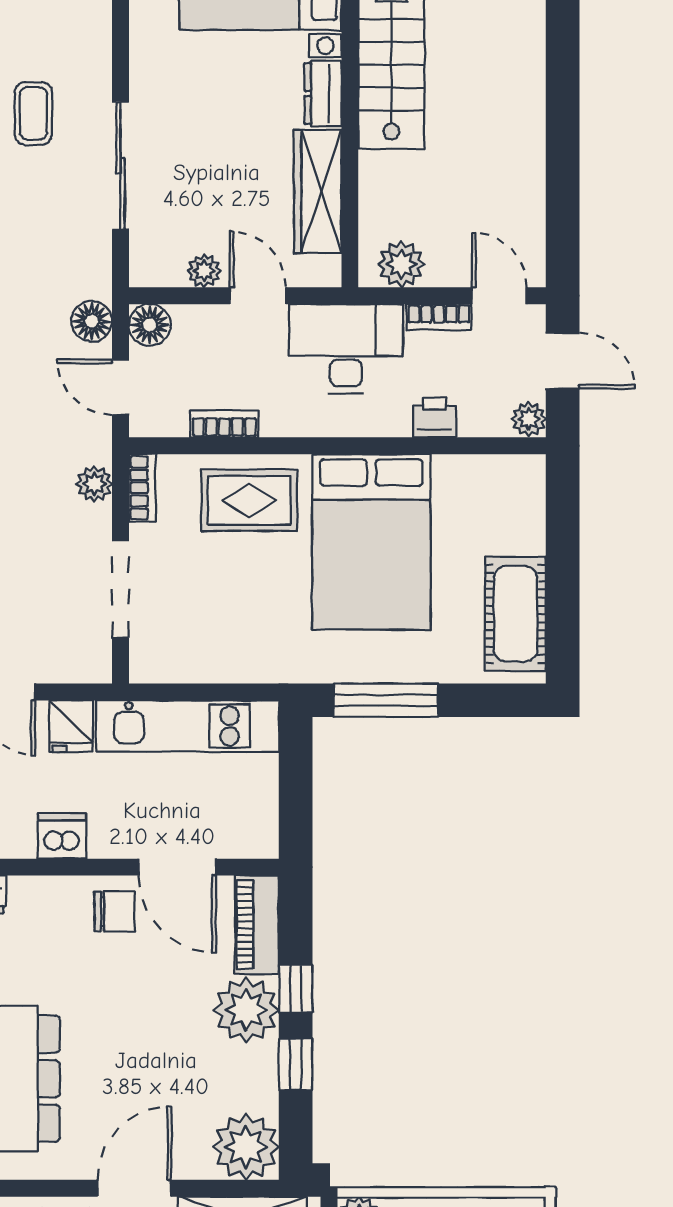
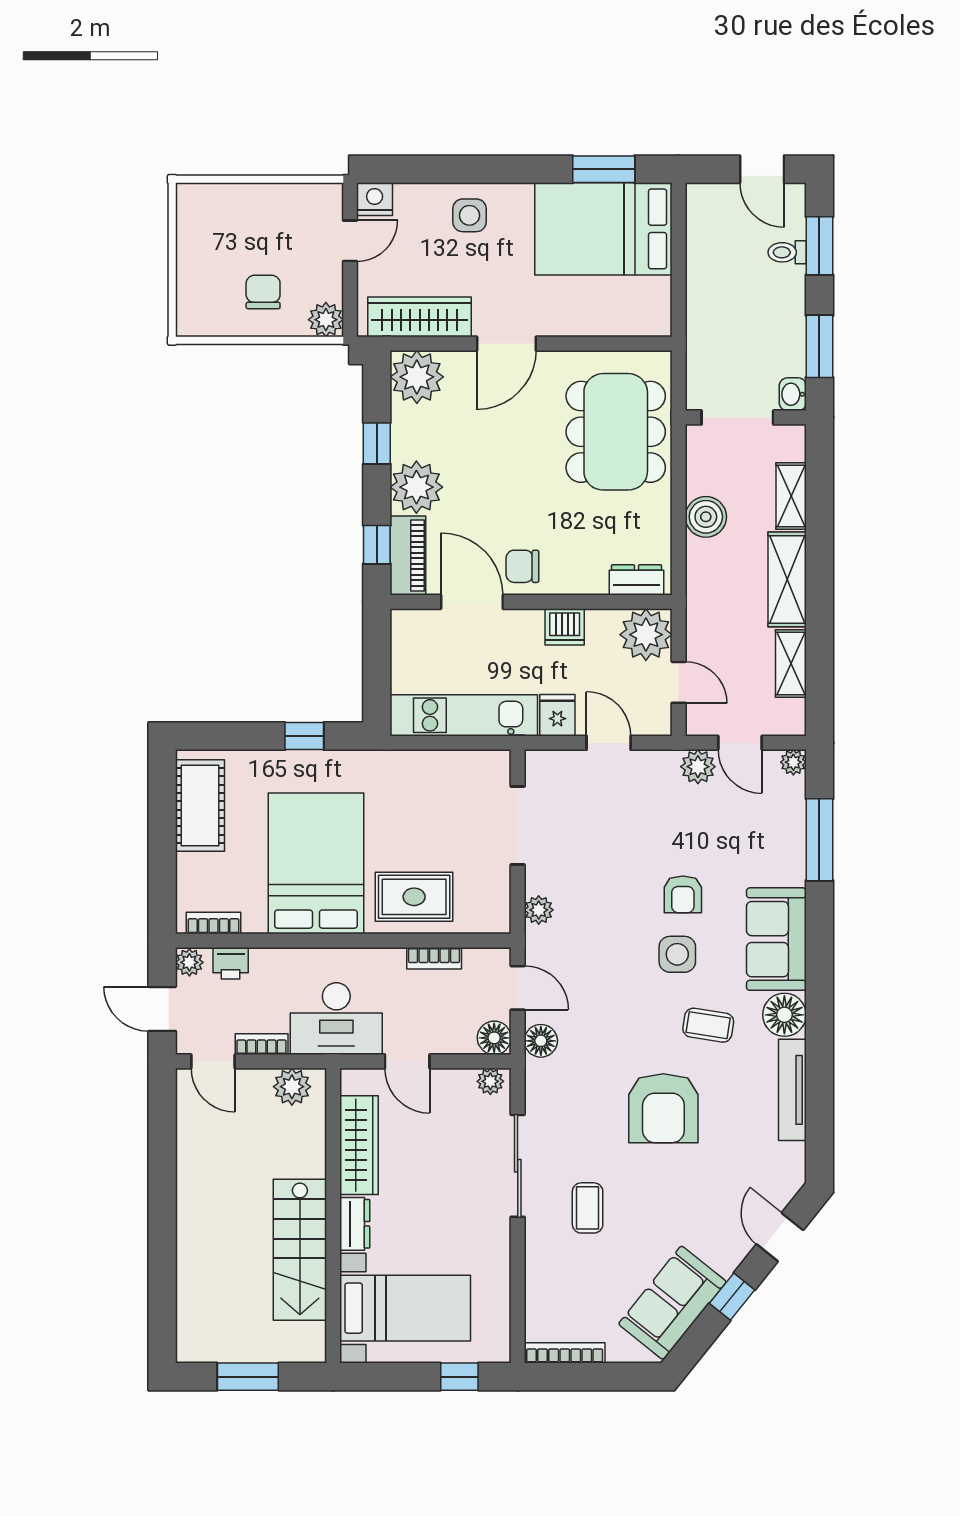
plant: (204, 271) -> (490, 1081), moved
printer: (435, 418) -> (231, 963), moved
bookcase: (142, 488) -> (213, 923), moved, turned 90
window: (386, 700) -> (304, 736), width x0.46
window: (296, 989) -> (377, 545), moved

